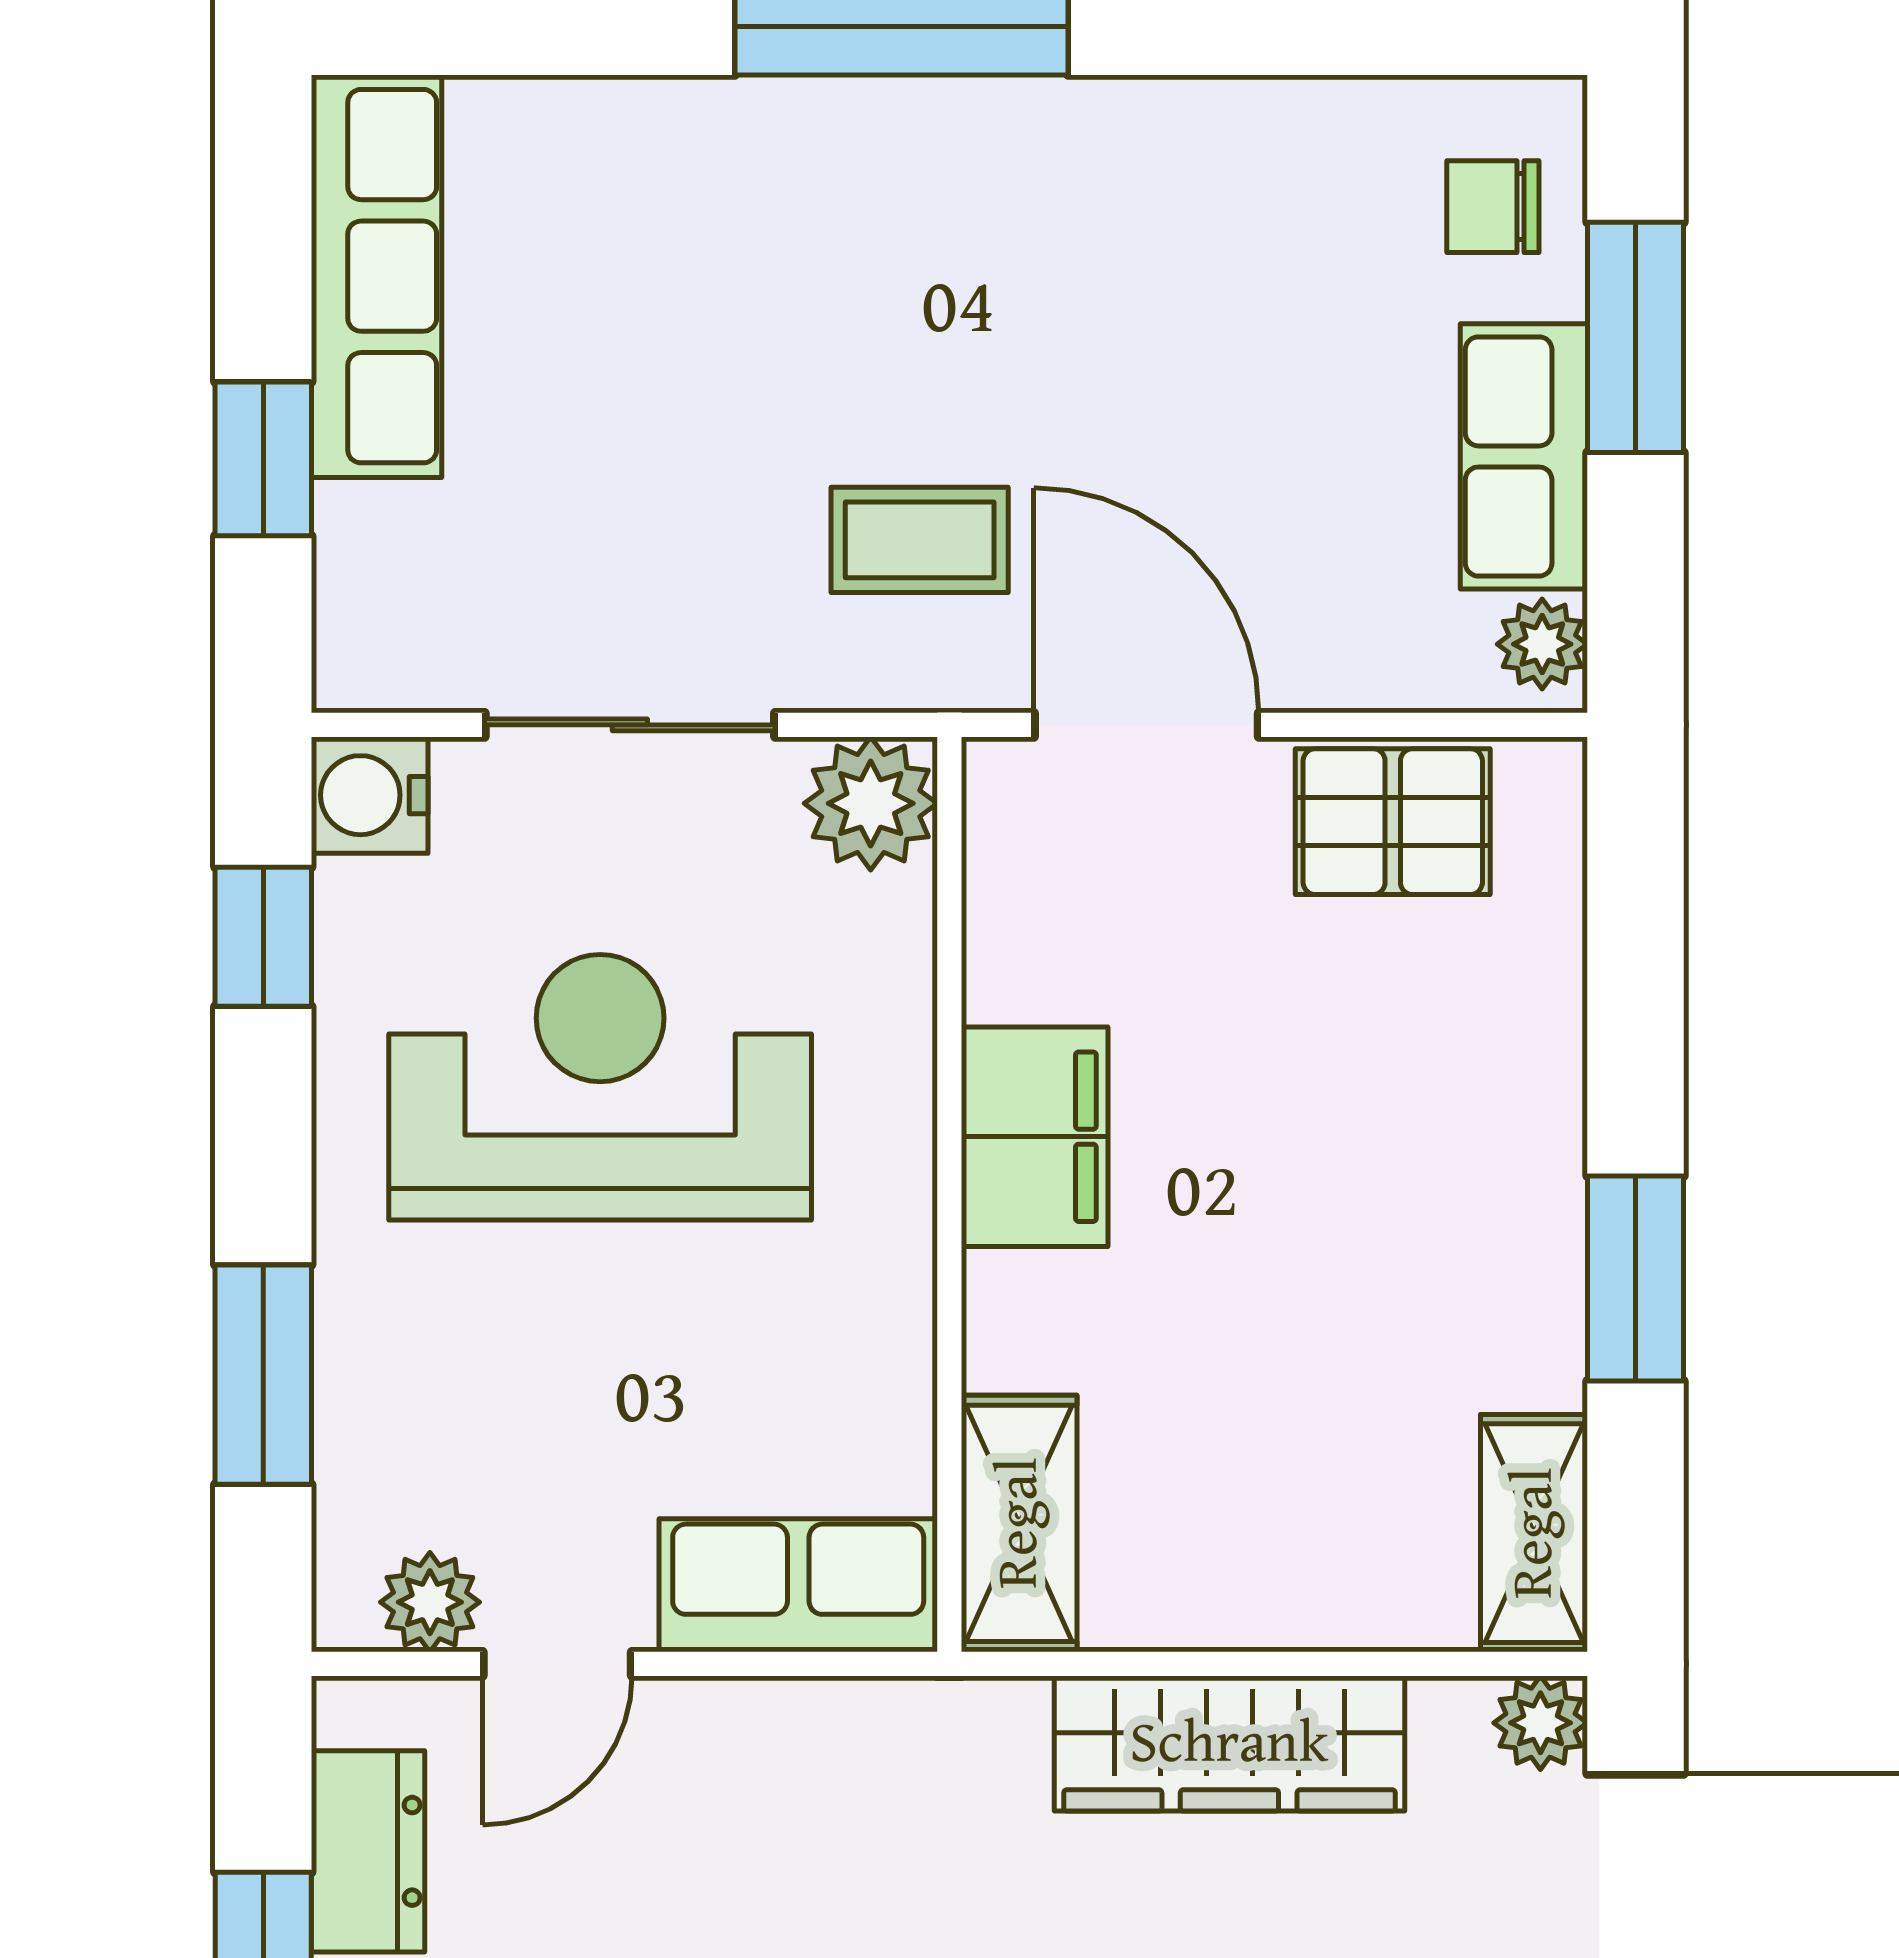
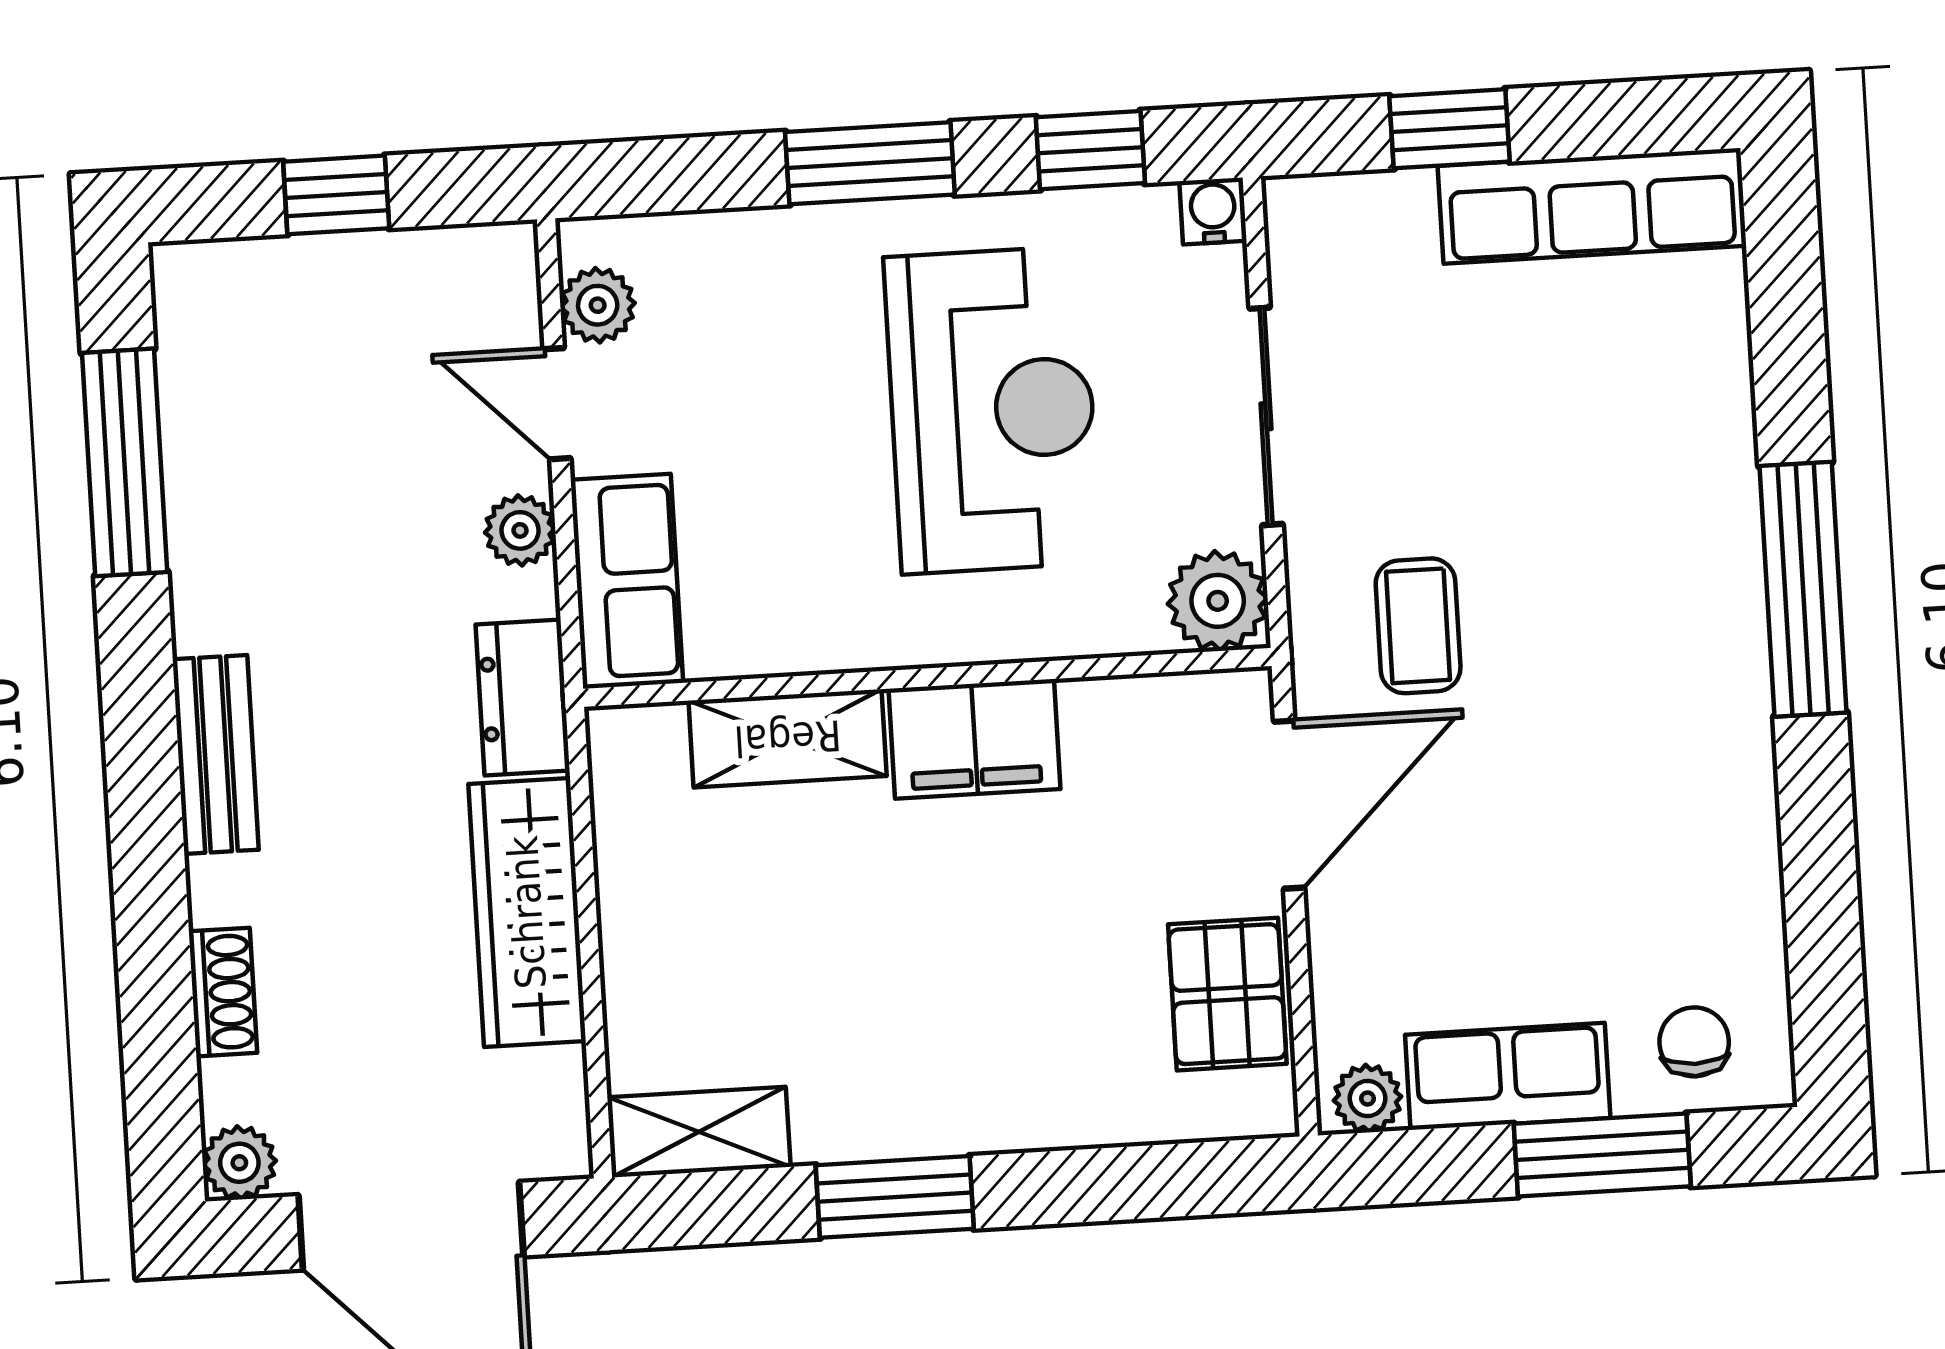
water cooler: (370, 795) -> (1213, 211), width x0.72, depth x0.72
window: (263, 1375) -> (870, 163), moved
shelving: (1019, 1523) -> (788, 738), moved
plant: (1540, 1723) -> (520, 530), moved
dresser: (368, 1851) -> (523, 698), moved, turned 90

